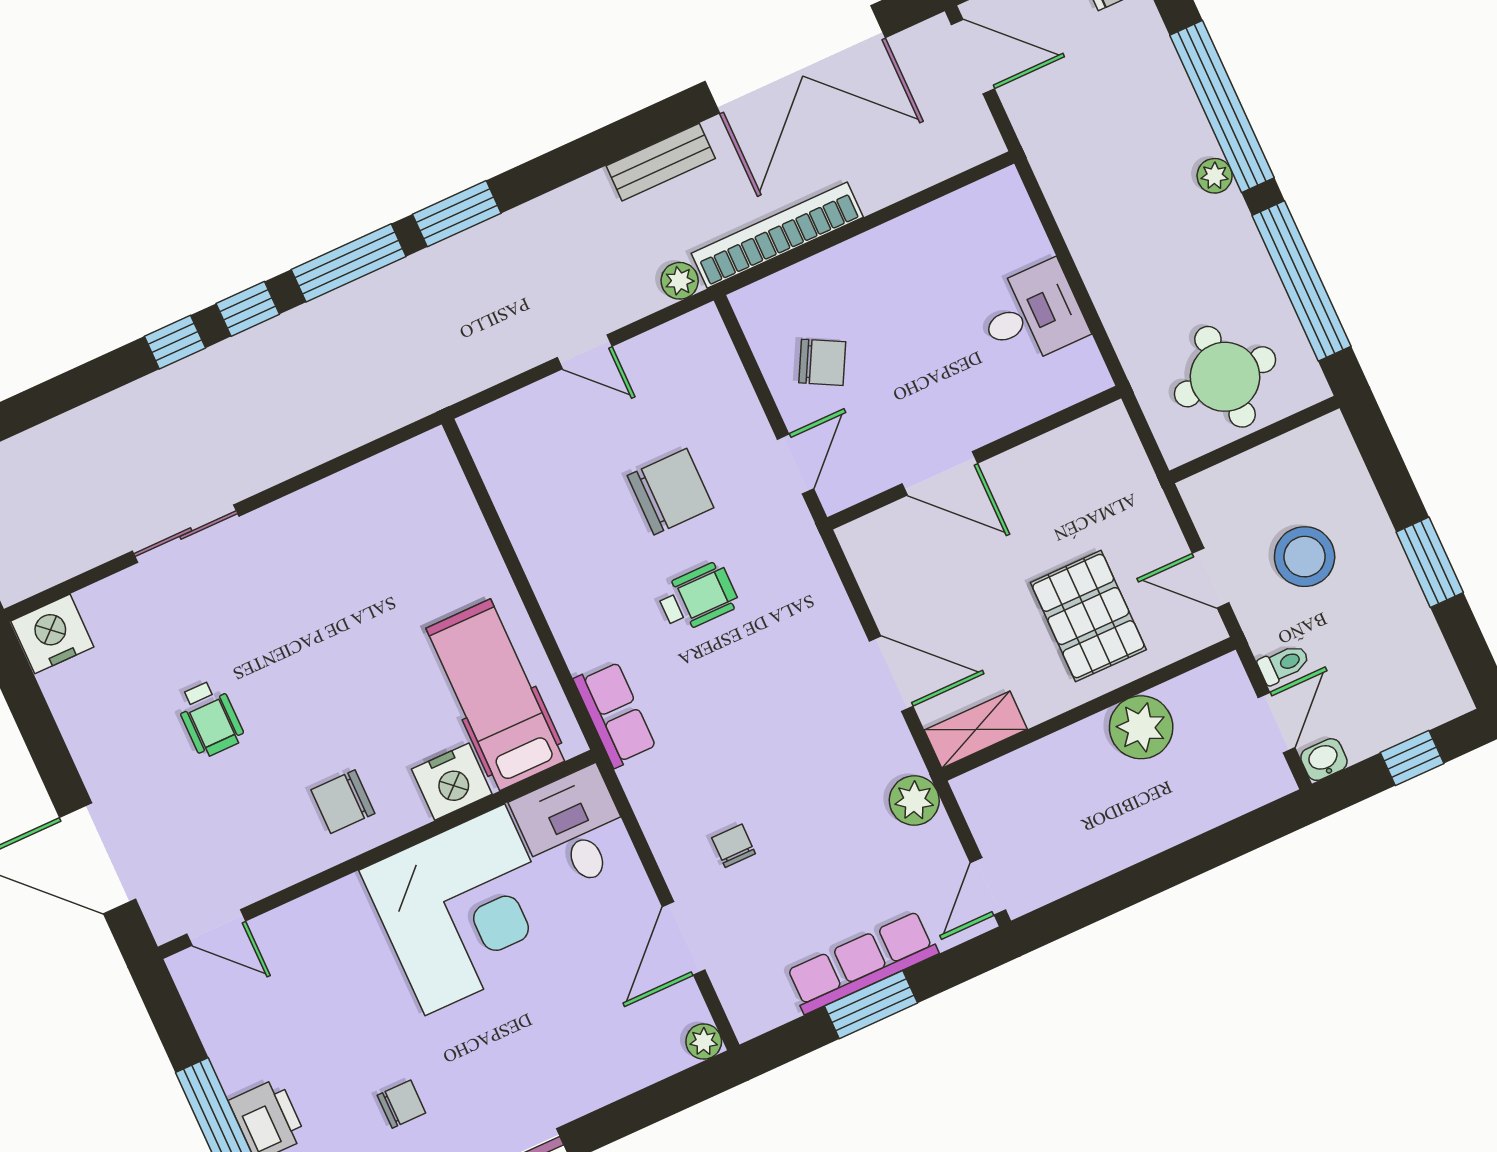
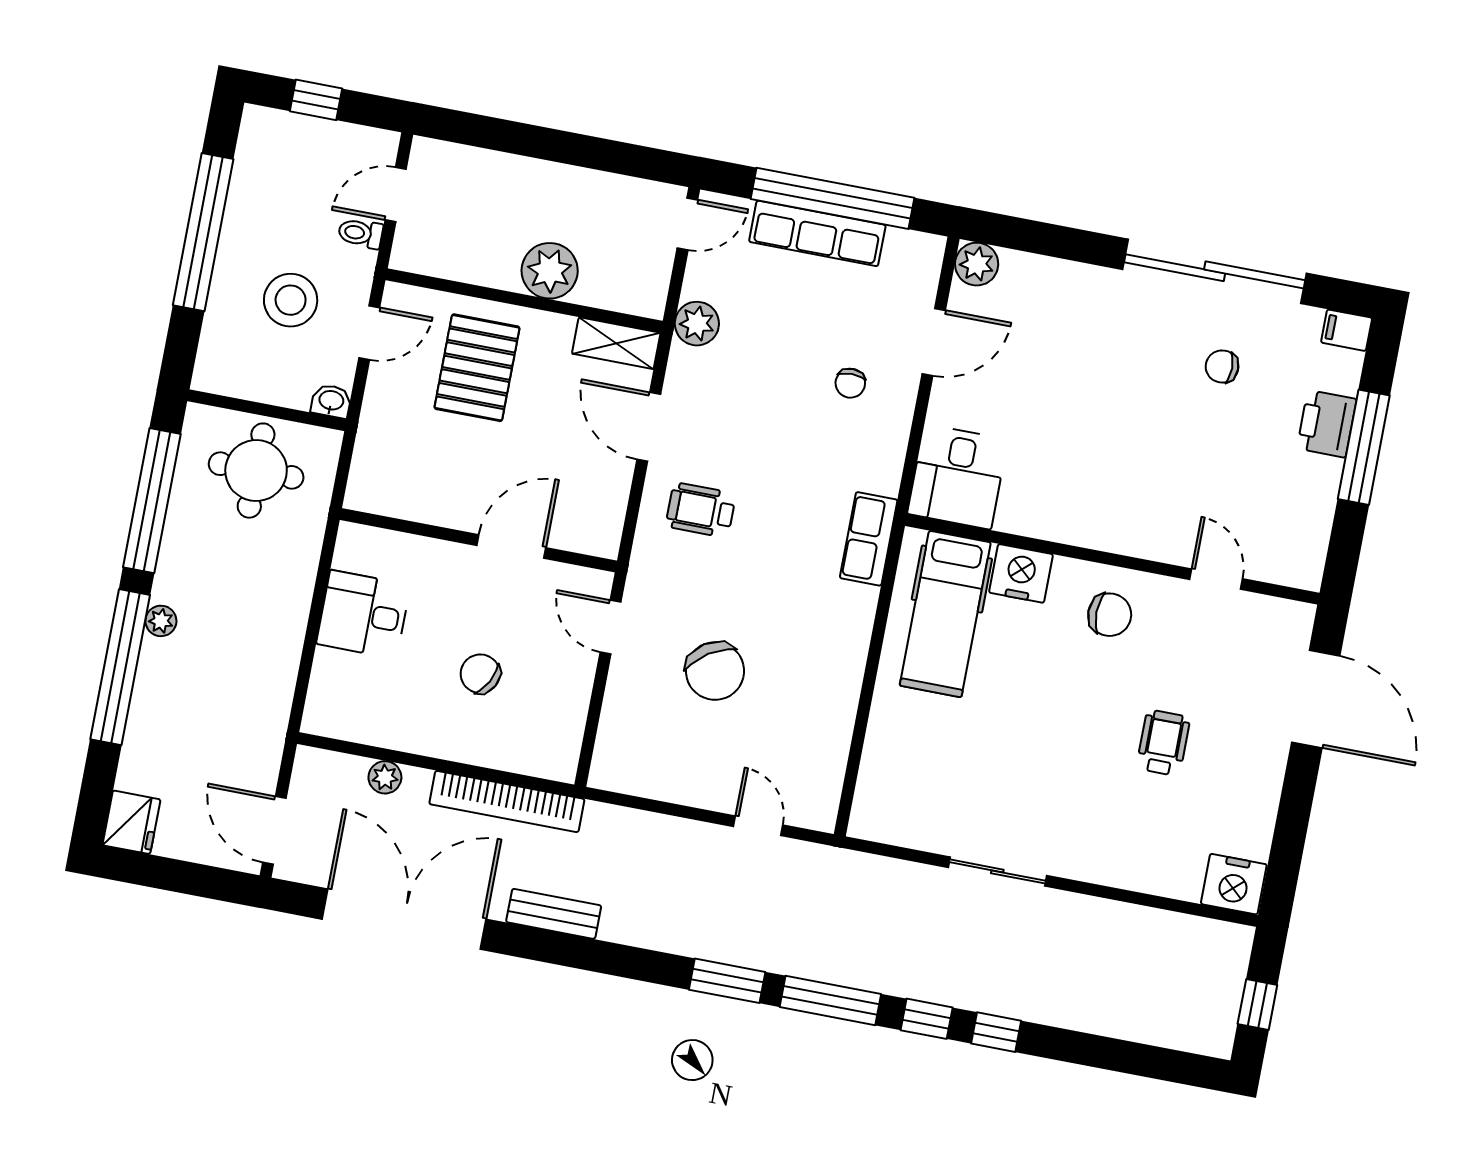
plant: (680, 281) -> (385, 777), moved
door: (585, 352) -> (758, 826), moved
chair: (822, 362) -> (480, 674), moved
door: (796, 464) -> (611, 627), hinge flipped
door: (940, 473) -> (511, 547), hinge flipped
chair: (670, 492) -> (715, 671), turned -123
sliding door: (186, 534) -> (997, 871), moved
window: (1430, 562) -> (203, 232), width x2.11
door: (1211, 578) -> (369, 333), hinge flipped
wheelchair: (698, 597) -> (701, 510), moved
plant: (1141, 727) -> (550, 271), moved
washbasin: (1324, 760) -> (331, 401), moved, turned 180
corner desk: (465, 910) -> (1077, 474), removed
door: (216, 928) -> (1216, 579), moved
window: (871, 1005) -> (832, 198), width x2.11
plant: (704, 1041) -> (977, 264), width x1.38, depth x1.38

